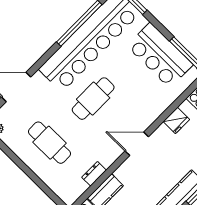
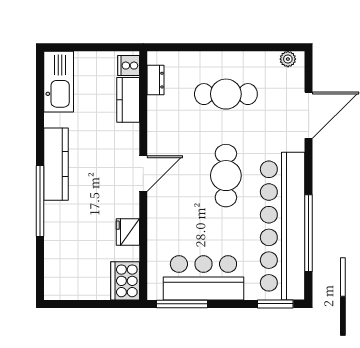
dresser: (94, 174) -> (155, 80), moved

